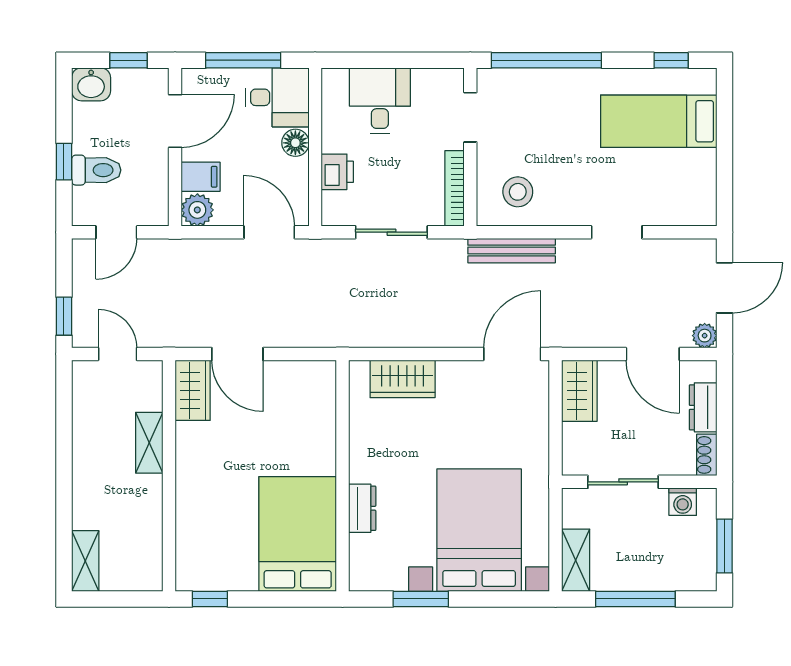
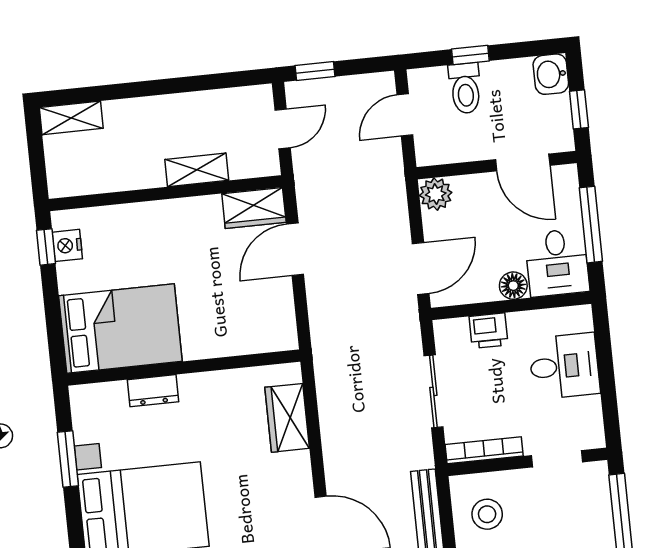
filing cabinet: (201, 177) -> (469, 194), removed
door: (116, 232) -> (405, 115), hinge flipped
nightstand: (210, 578) -> (67, 245), added

